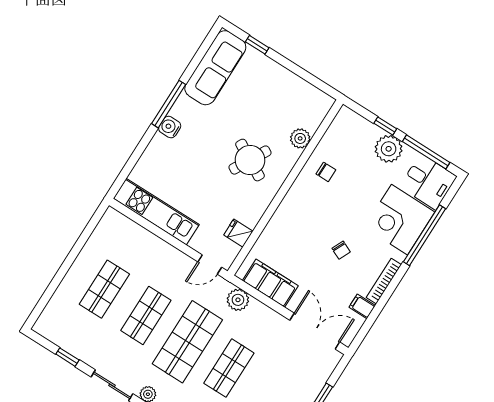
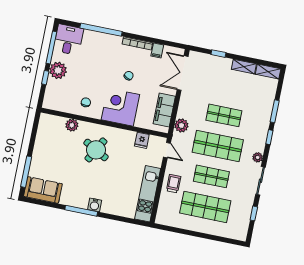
window: (257, 45) -> (26, 172), width x2.17
sofa: (215, 68) -> (43, 190), width x0.73
corner desk: (399, 220) -> (120, 107), moved, turned 180
trolley: (157, 256) -> (174, 184), added
shop shelf: (104, 289) -> (205, 207), width x1.43, depth x1.36

